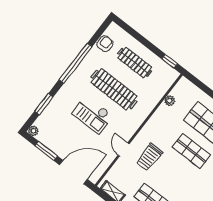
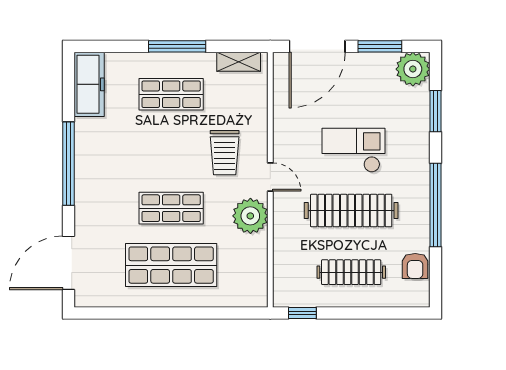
plant: (170, 101) -> (250, 216), moved, width x1.87, depth x1.87
plant: (33, 131) -> (413, 69), width x1.88, depth x1.88
door: (124, 150) -> (270, 177), moved
trolley: (149, 157) -> (225, 153), turned 180

